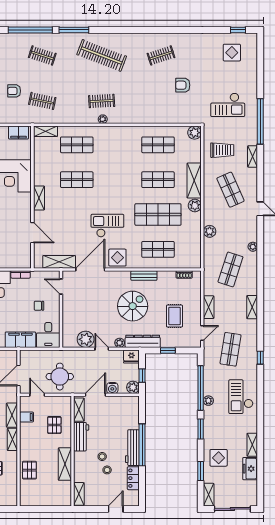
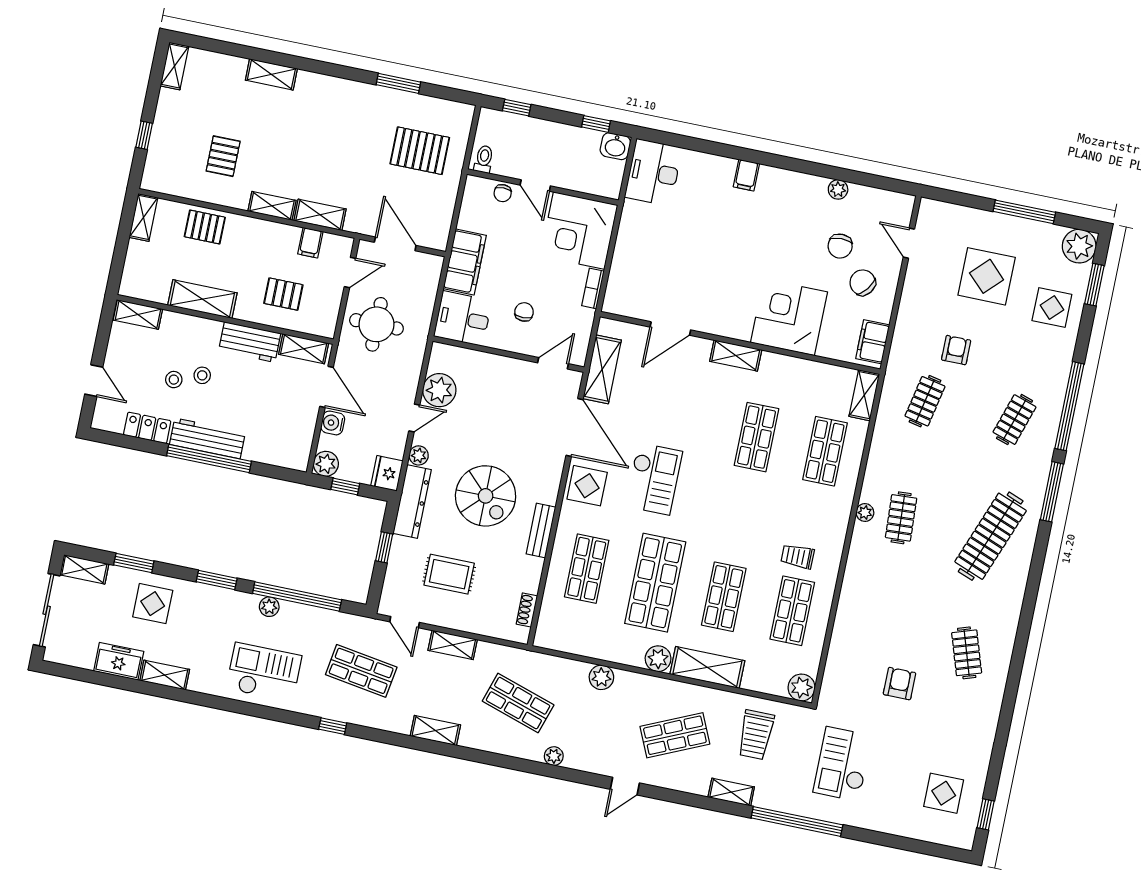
trolley: (131, 148) -> (798, 556), added
shelving: (31, 501) -> (143, 217), added

